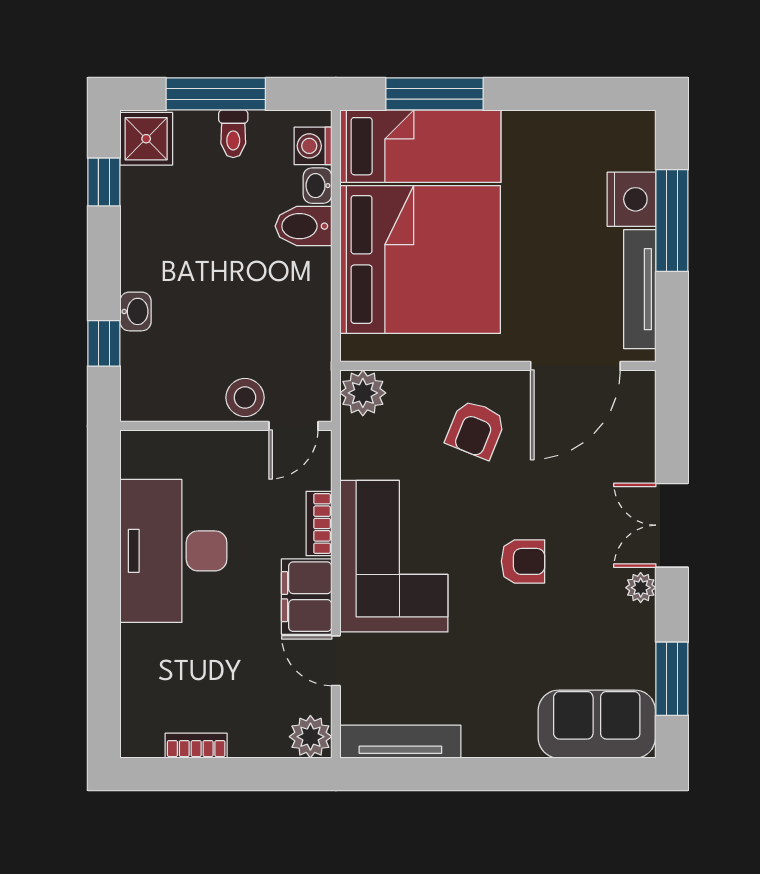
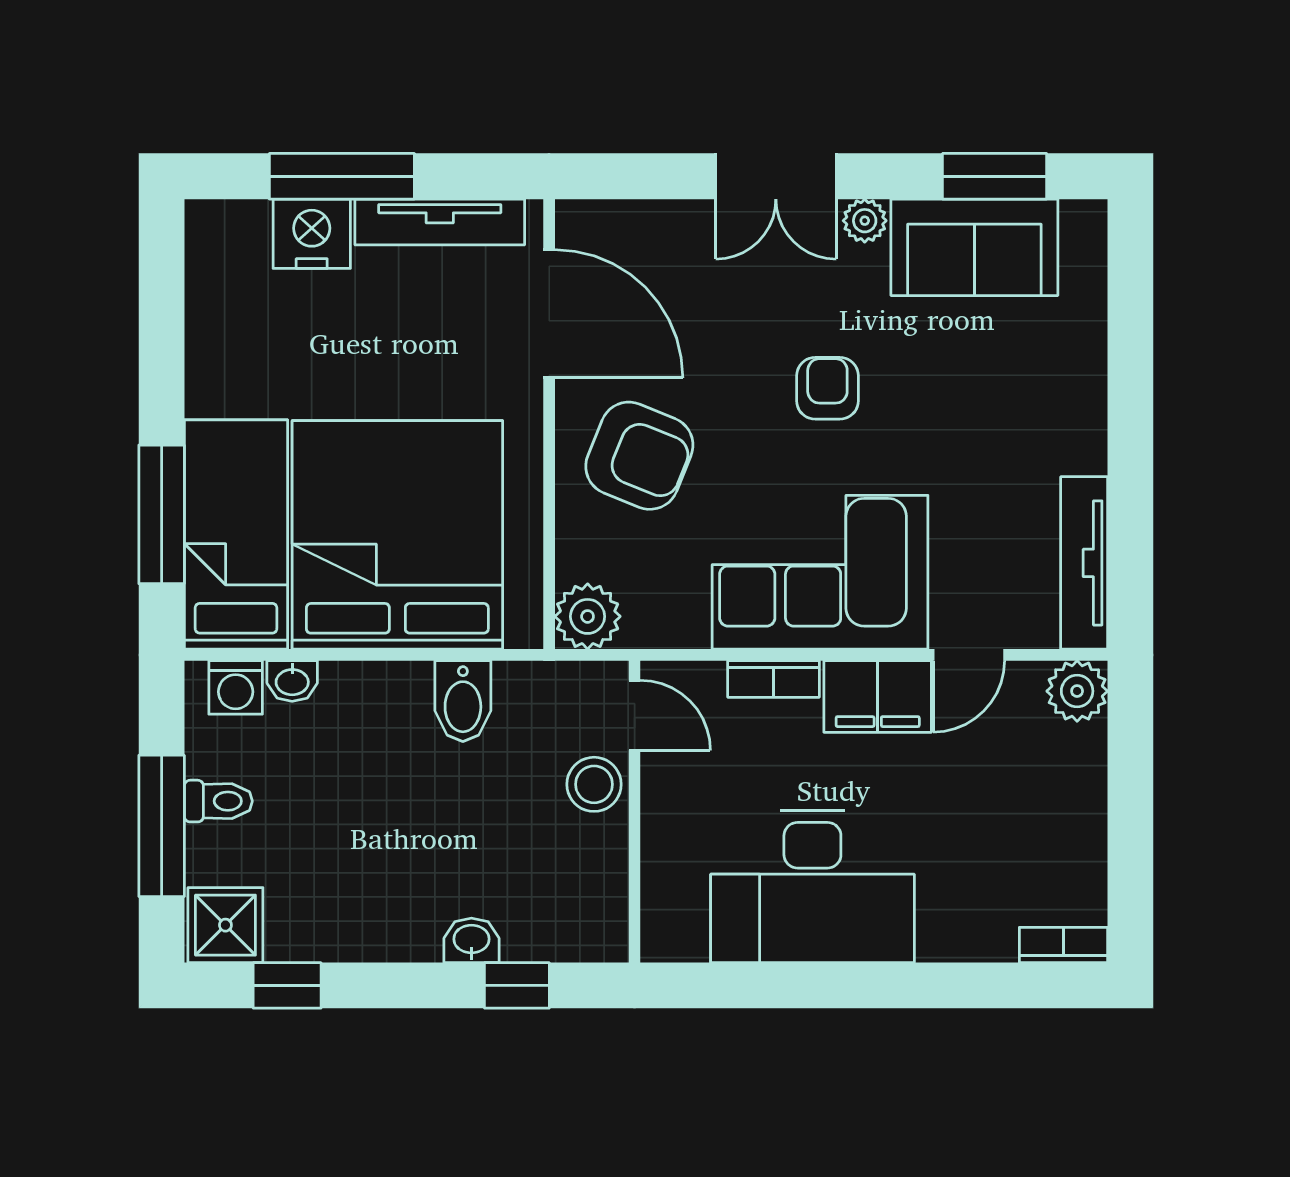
bidet: (303, 226) -> (463, 701), moved
armchair: (476, 429) -> (639, 456), width x1.38, depth x1.38
sofa: (597, 724) -> (974, 247), moved, turned -90
bookcase: (196, 746) -> (1063, 945), moved, turned 90

